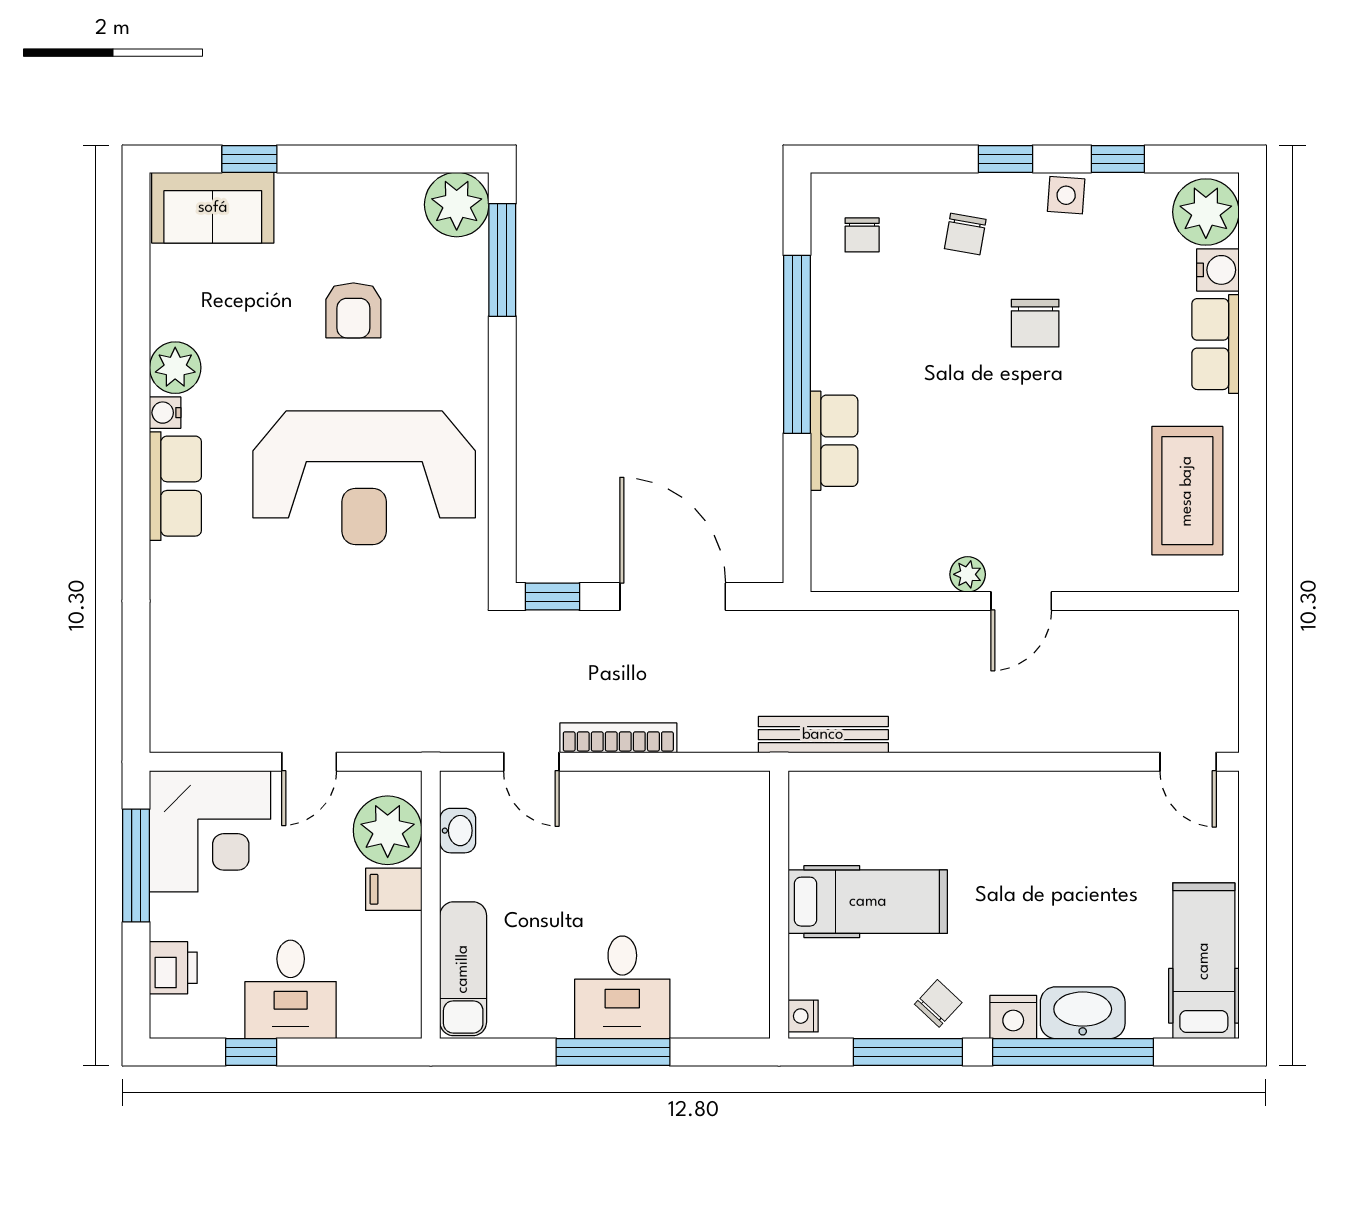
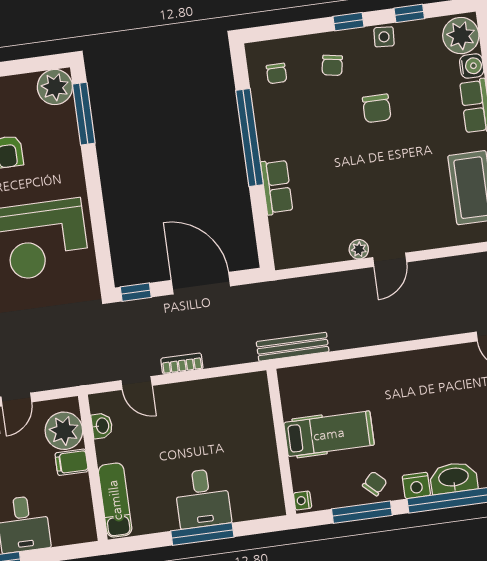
bookcase: (618, 738) -> (182, 364), width x0.64

